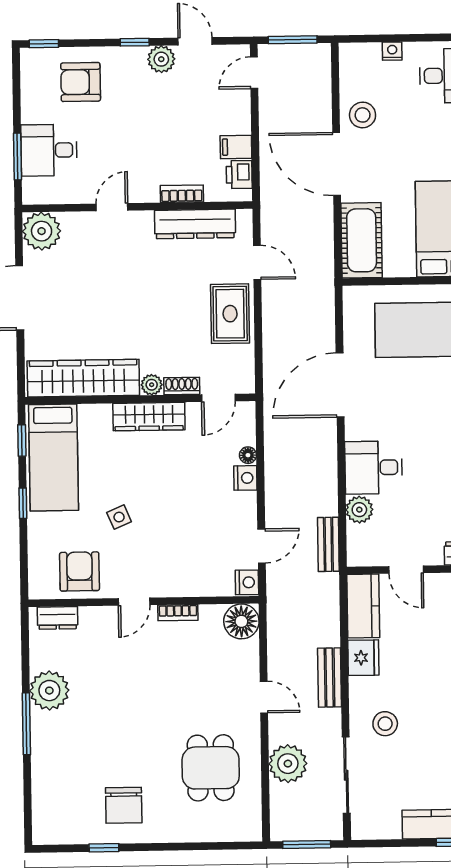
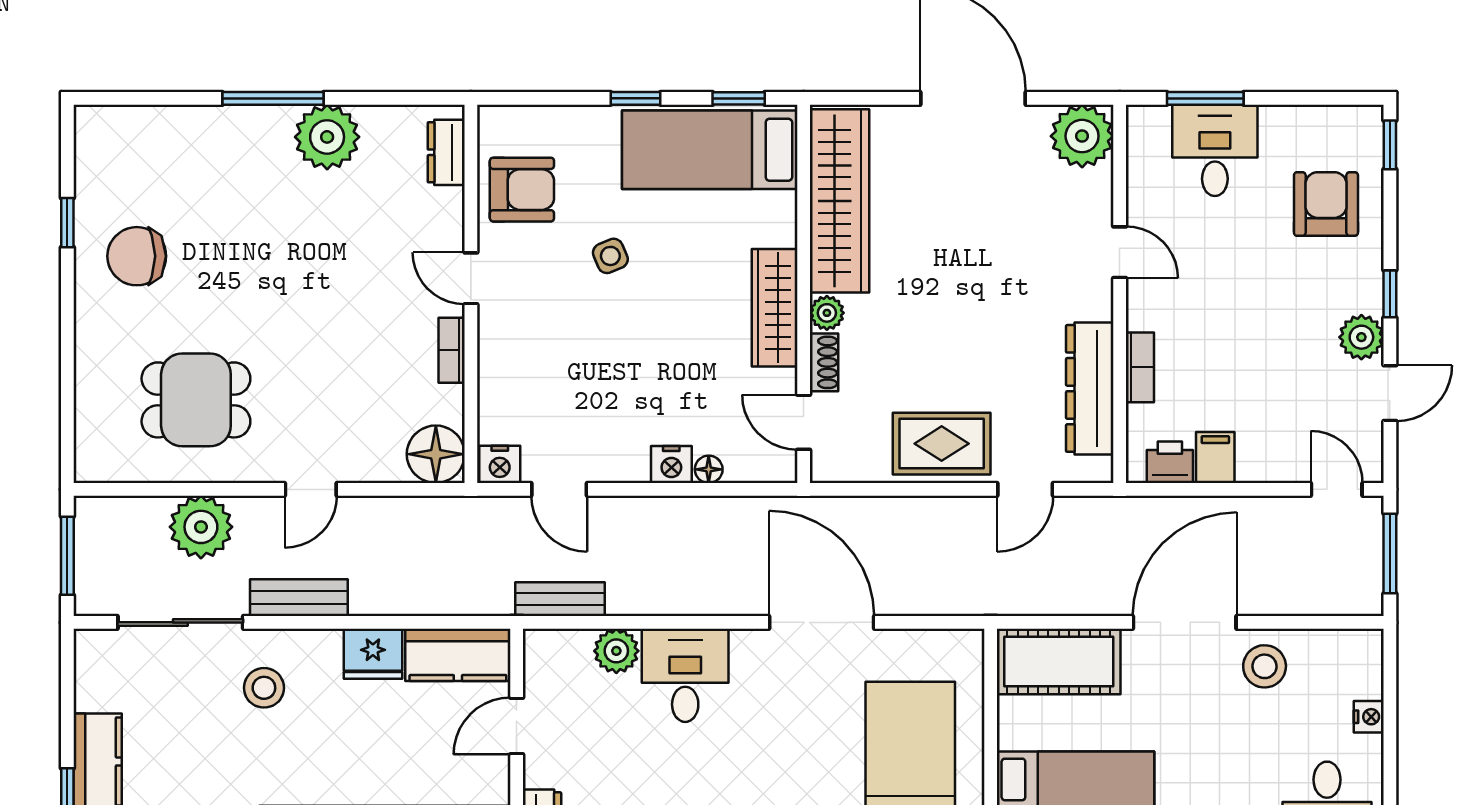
bench: (330, 678) -> (299, 598), moved

